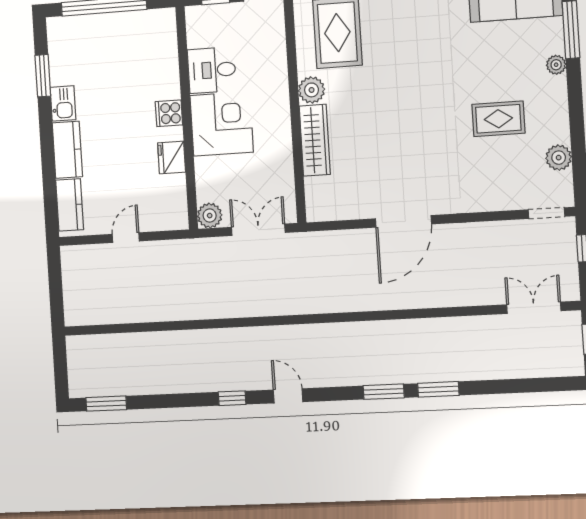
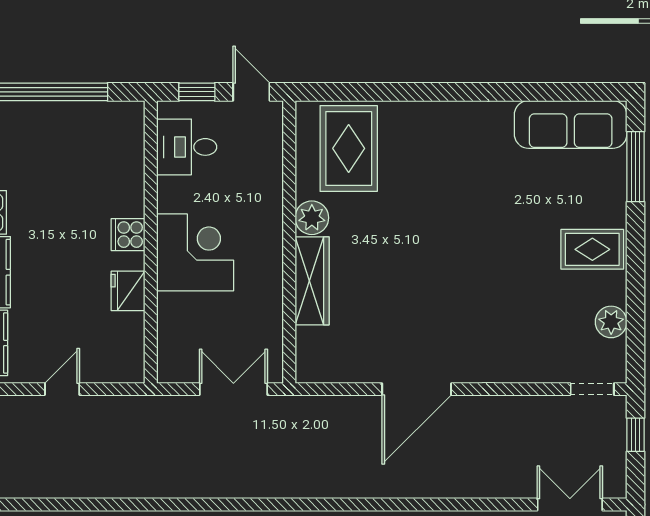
plant: (556, 65) -> (615, 208), removed
desk: (212, 70) -> (187, 147), moved
rug: (498, 119) -> (592, 249), moved
plant: (210, 216) -> (173, 367), removed

